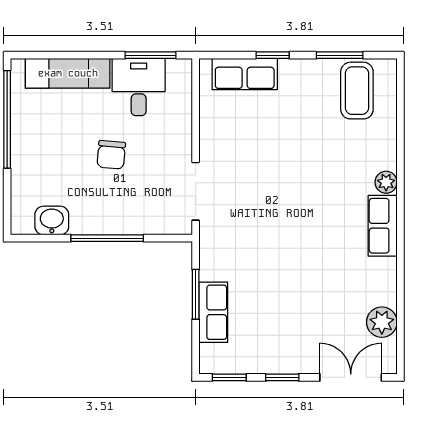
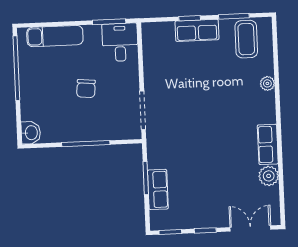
row of seats: (245, 74) -> (197, 30), moved
desk: (139, 87) -> (120, 42), moved
plant: (386, 182) -> (267, 83), moved
washbasin: (52, 221) -> (31, 133), moved, turned 90
row of seats: (383, 226) -> (268, 144), moved
plant: (382, 322) -> (269, 176), moved

